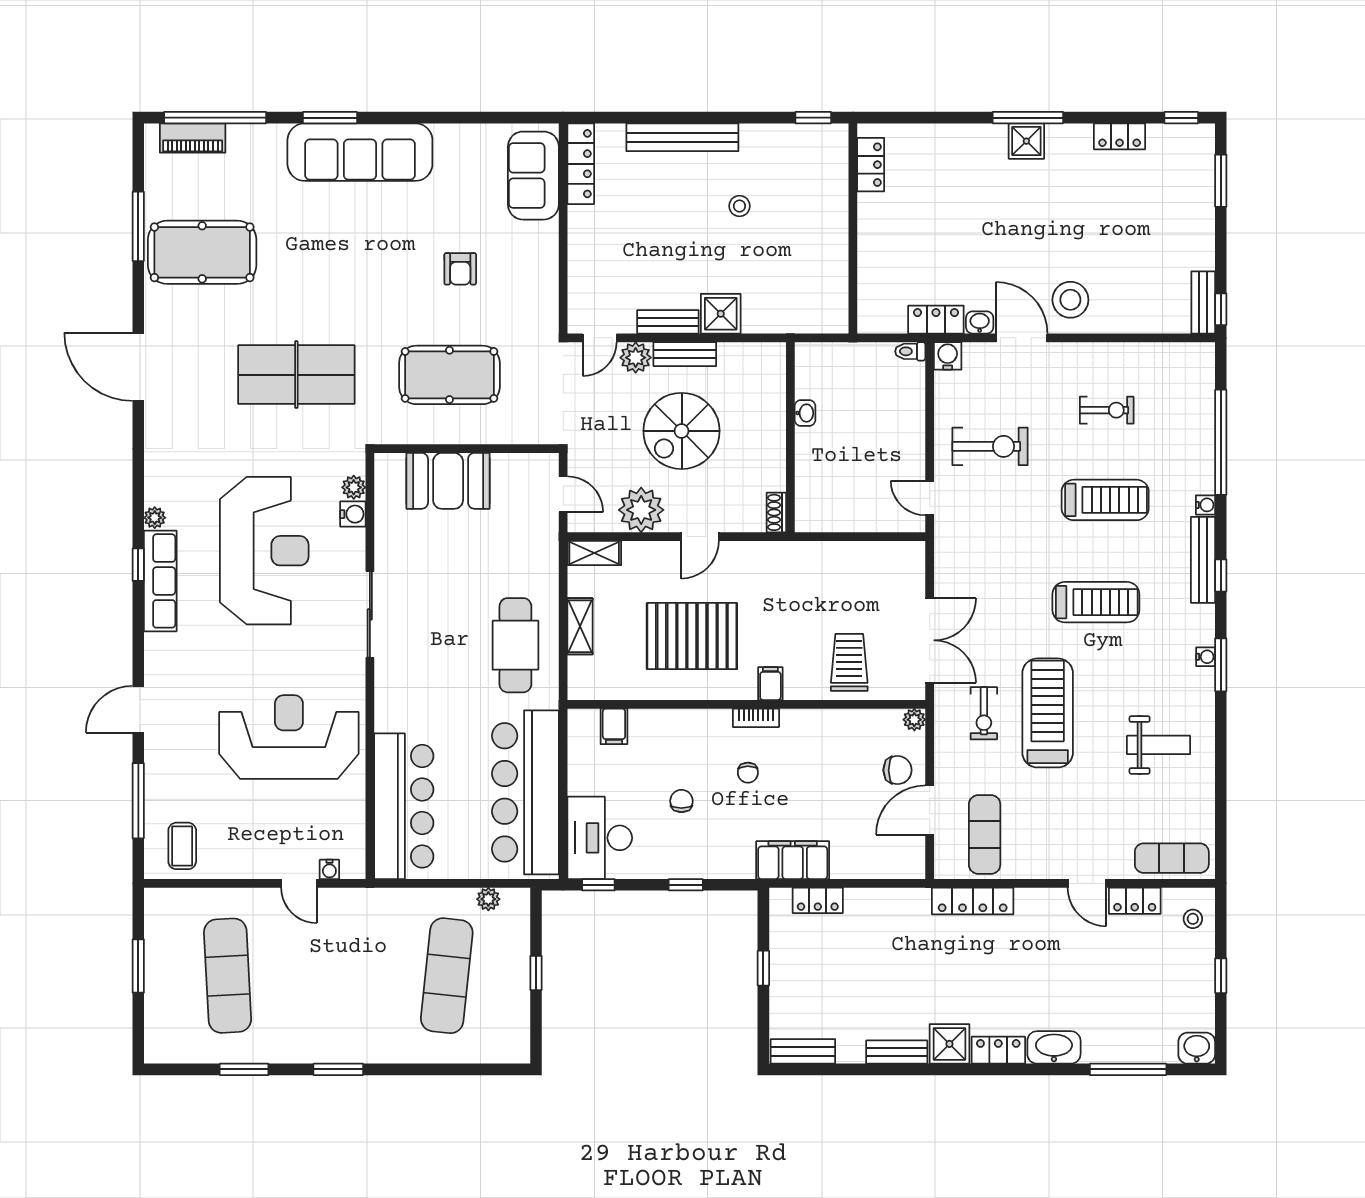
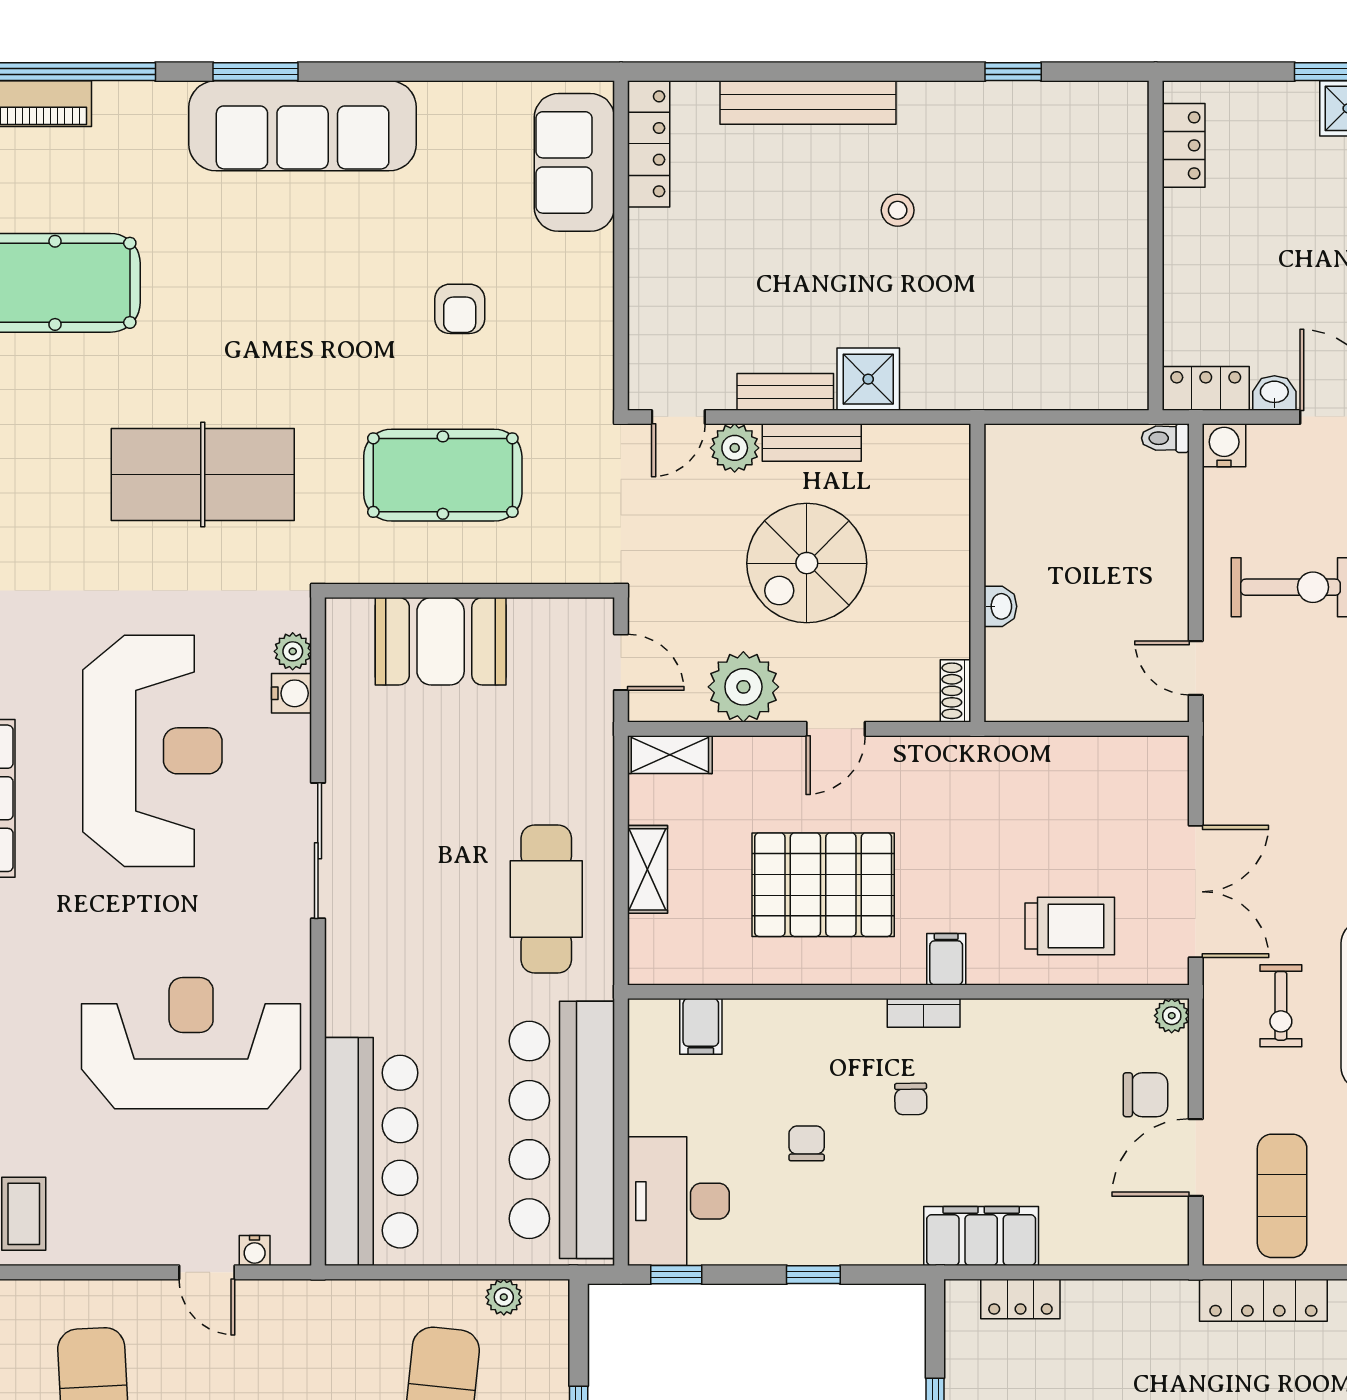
locker: (871, 165) -> (1184, 145), moved
wall: (853, 228) -> (1156, 245), moved
washbasin: (805, 413) -> (1000, 606), moved
trolley: (849, 662) -> (1070, 926), turned 90

